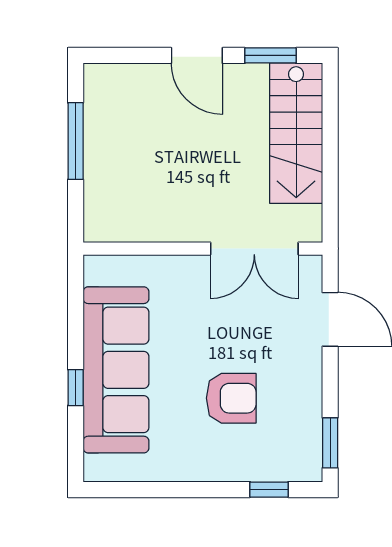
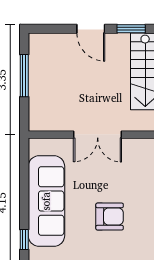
double door: (254, 249) -> (98, 135), moved
window: (76, 388) -> (24, 239), moved

